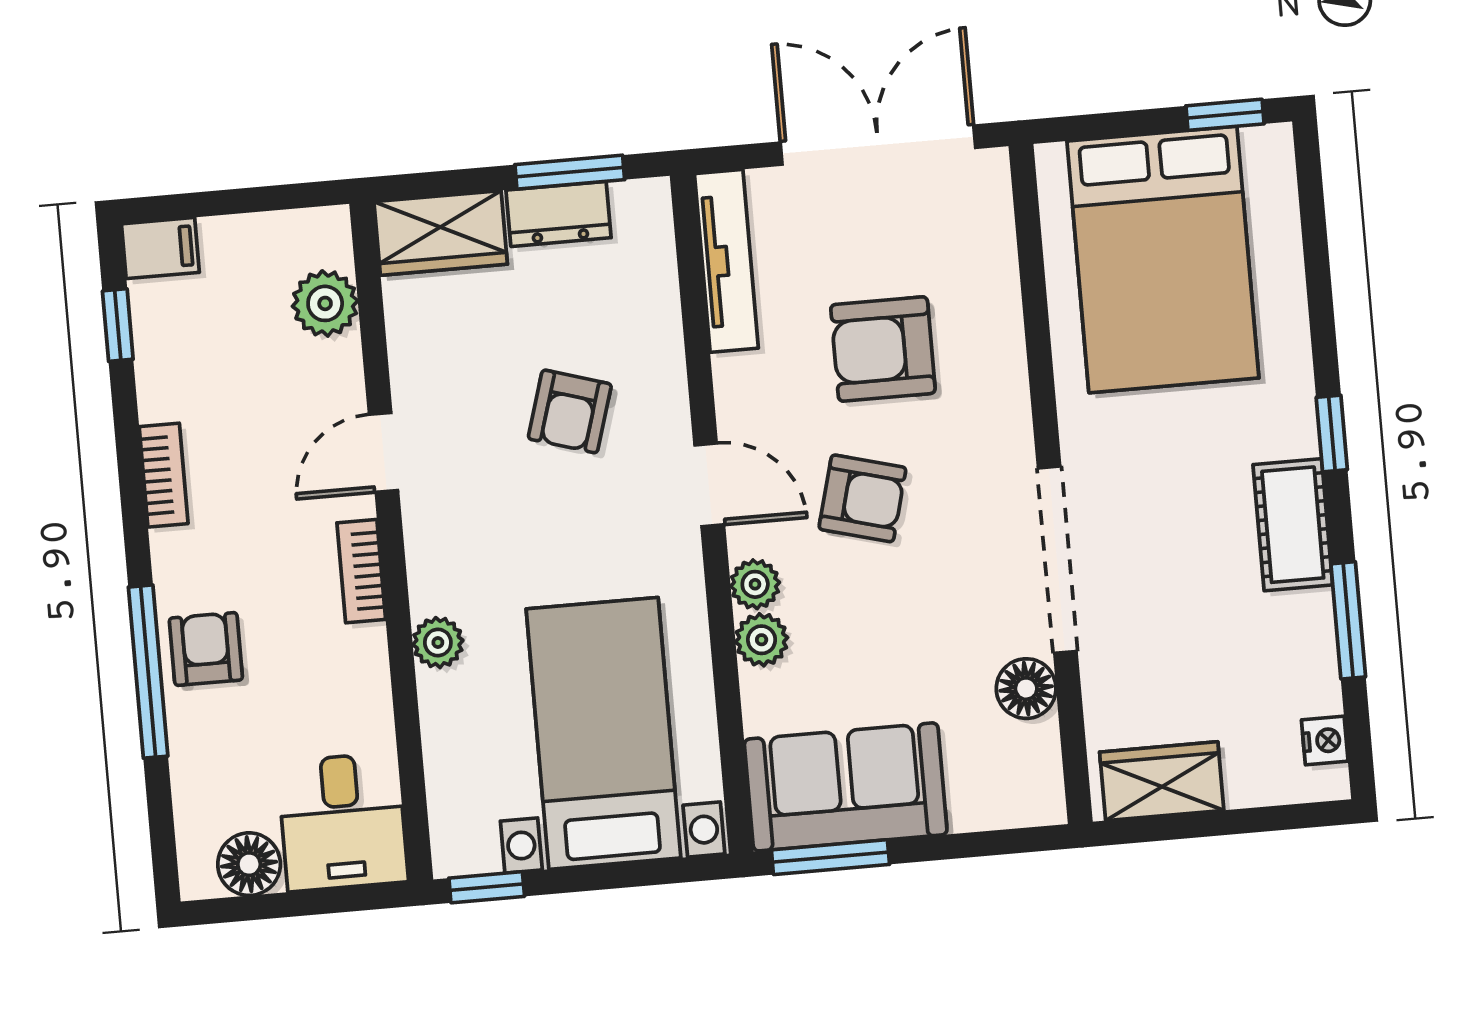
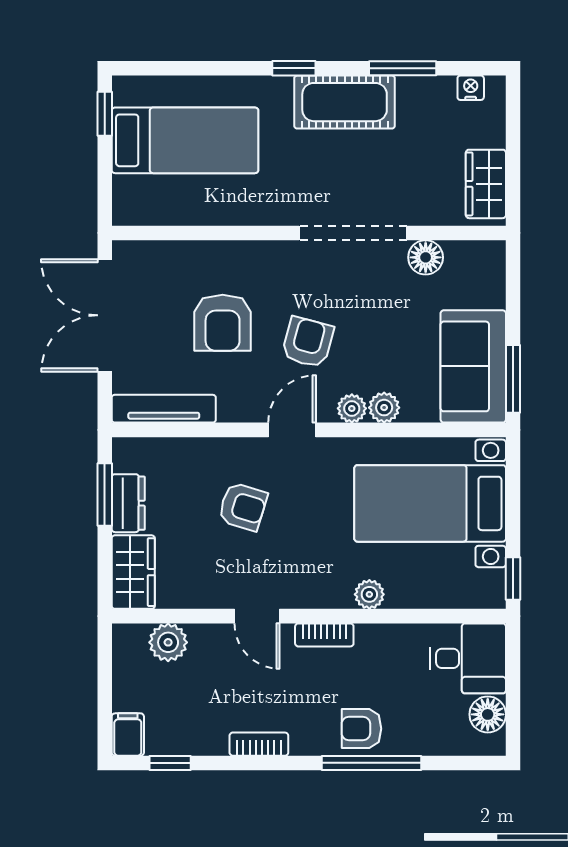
bed: (1163, 259) -> (185, 140), width x0.67
cot: (1293, 525) -> (345, 102), width x1.37, depth x1.34

